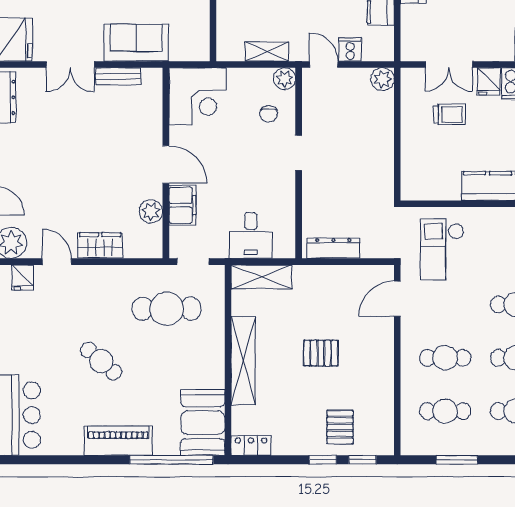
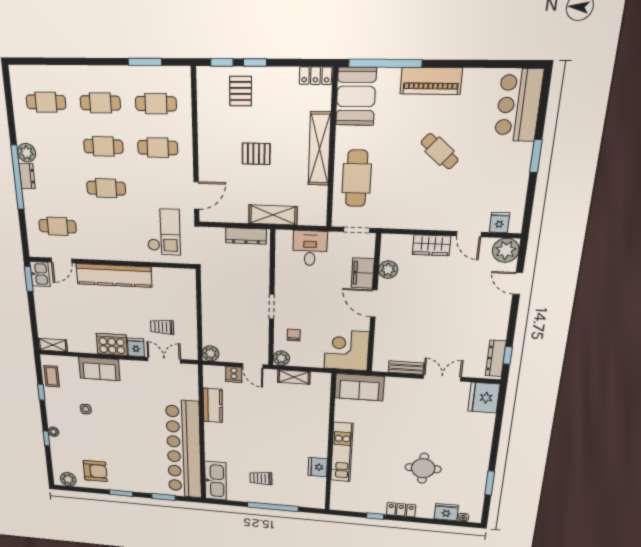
sofa: (136, 43) -> (359, 387), moved
shelving: (262, 277) -> (273, 215), moved
cafe table: (167, 309) -> (357, 178), moved, turned 90

